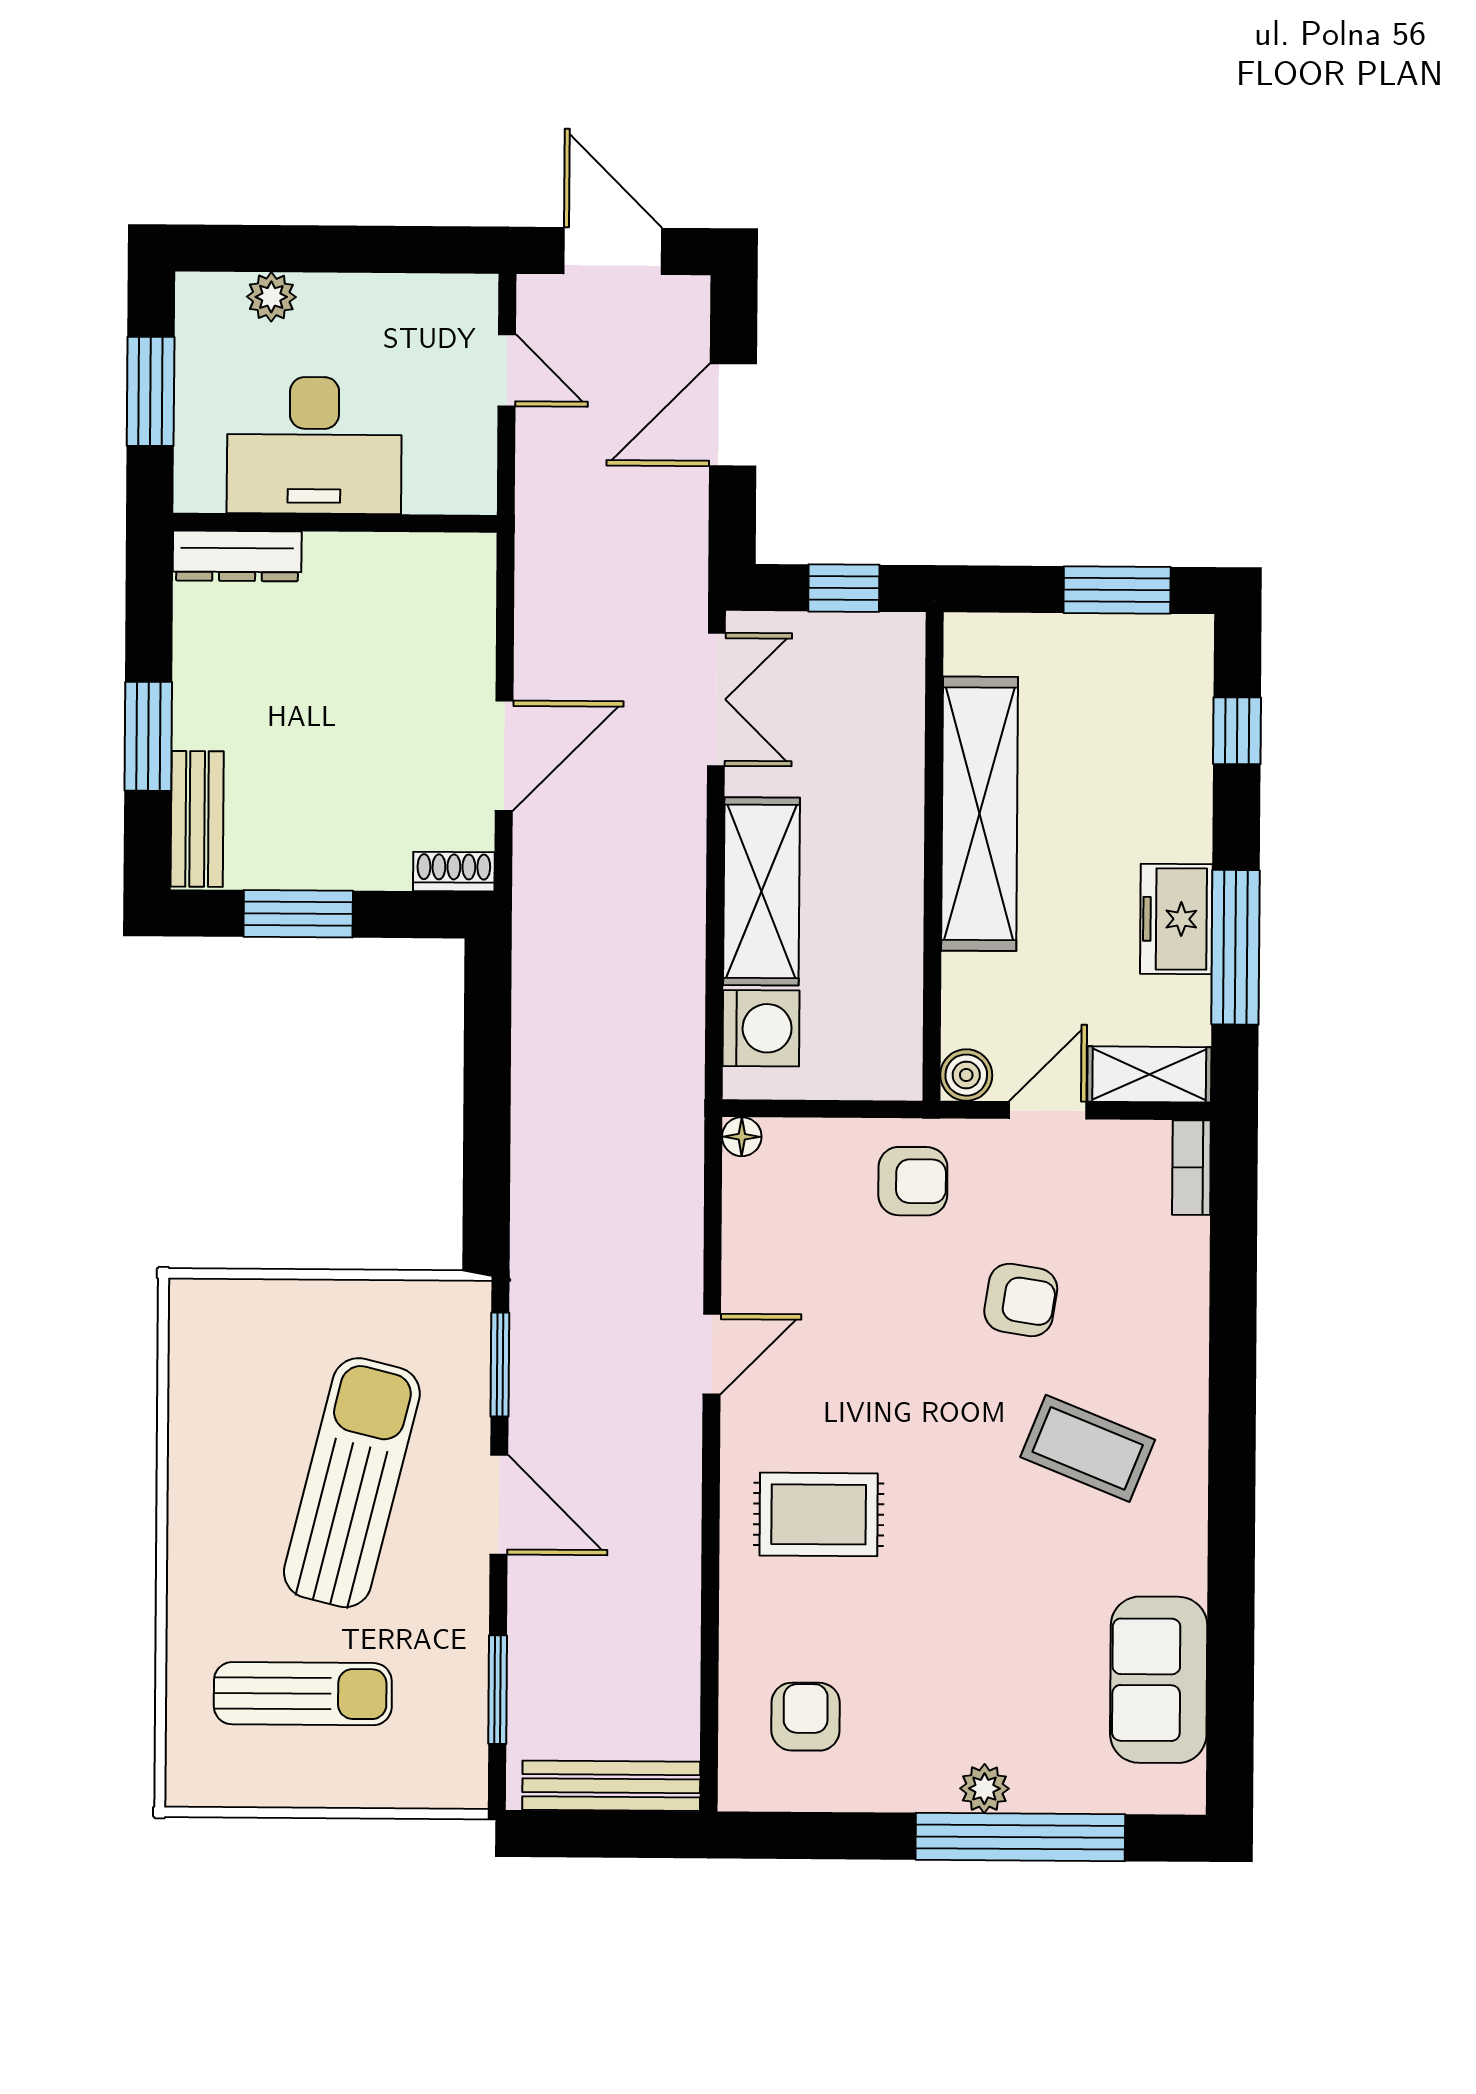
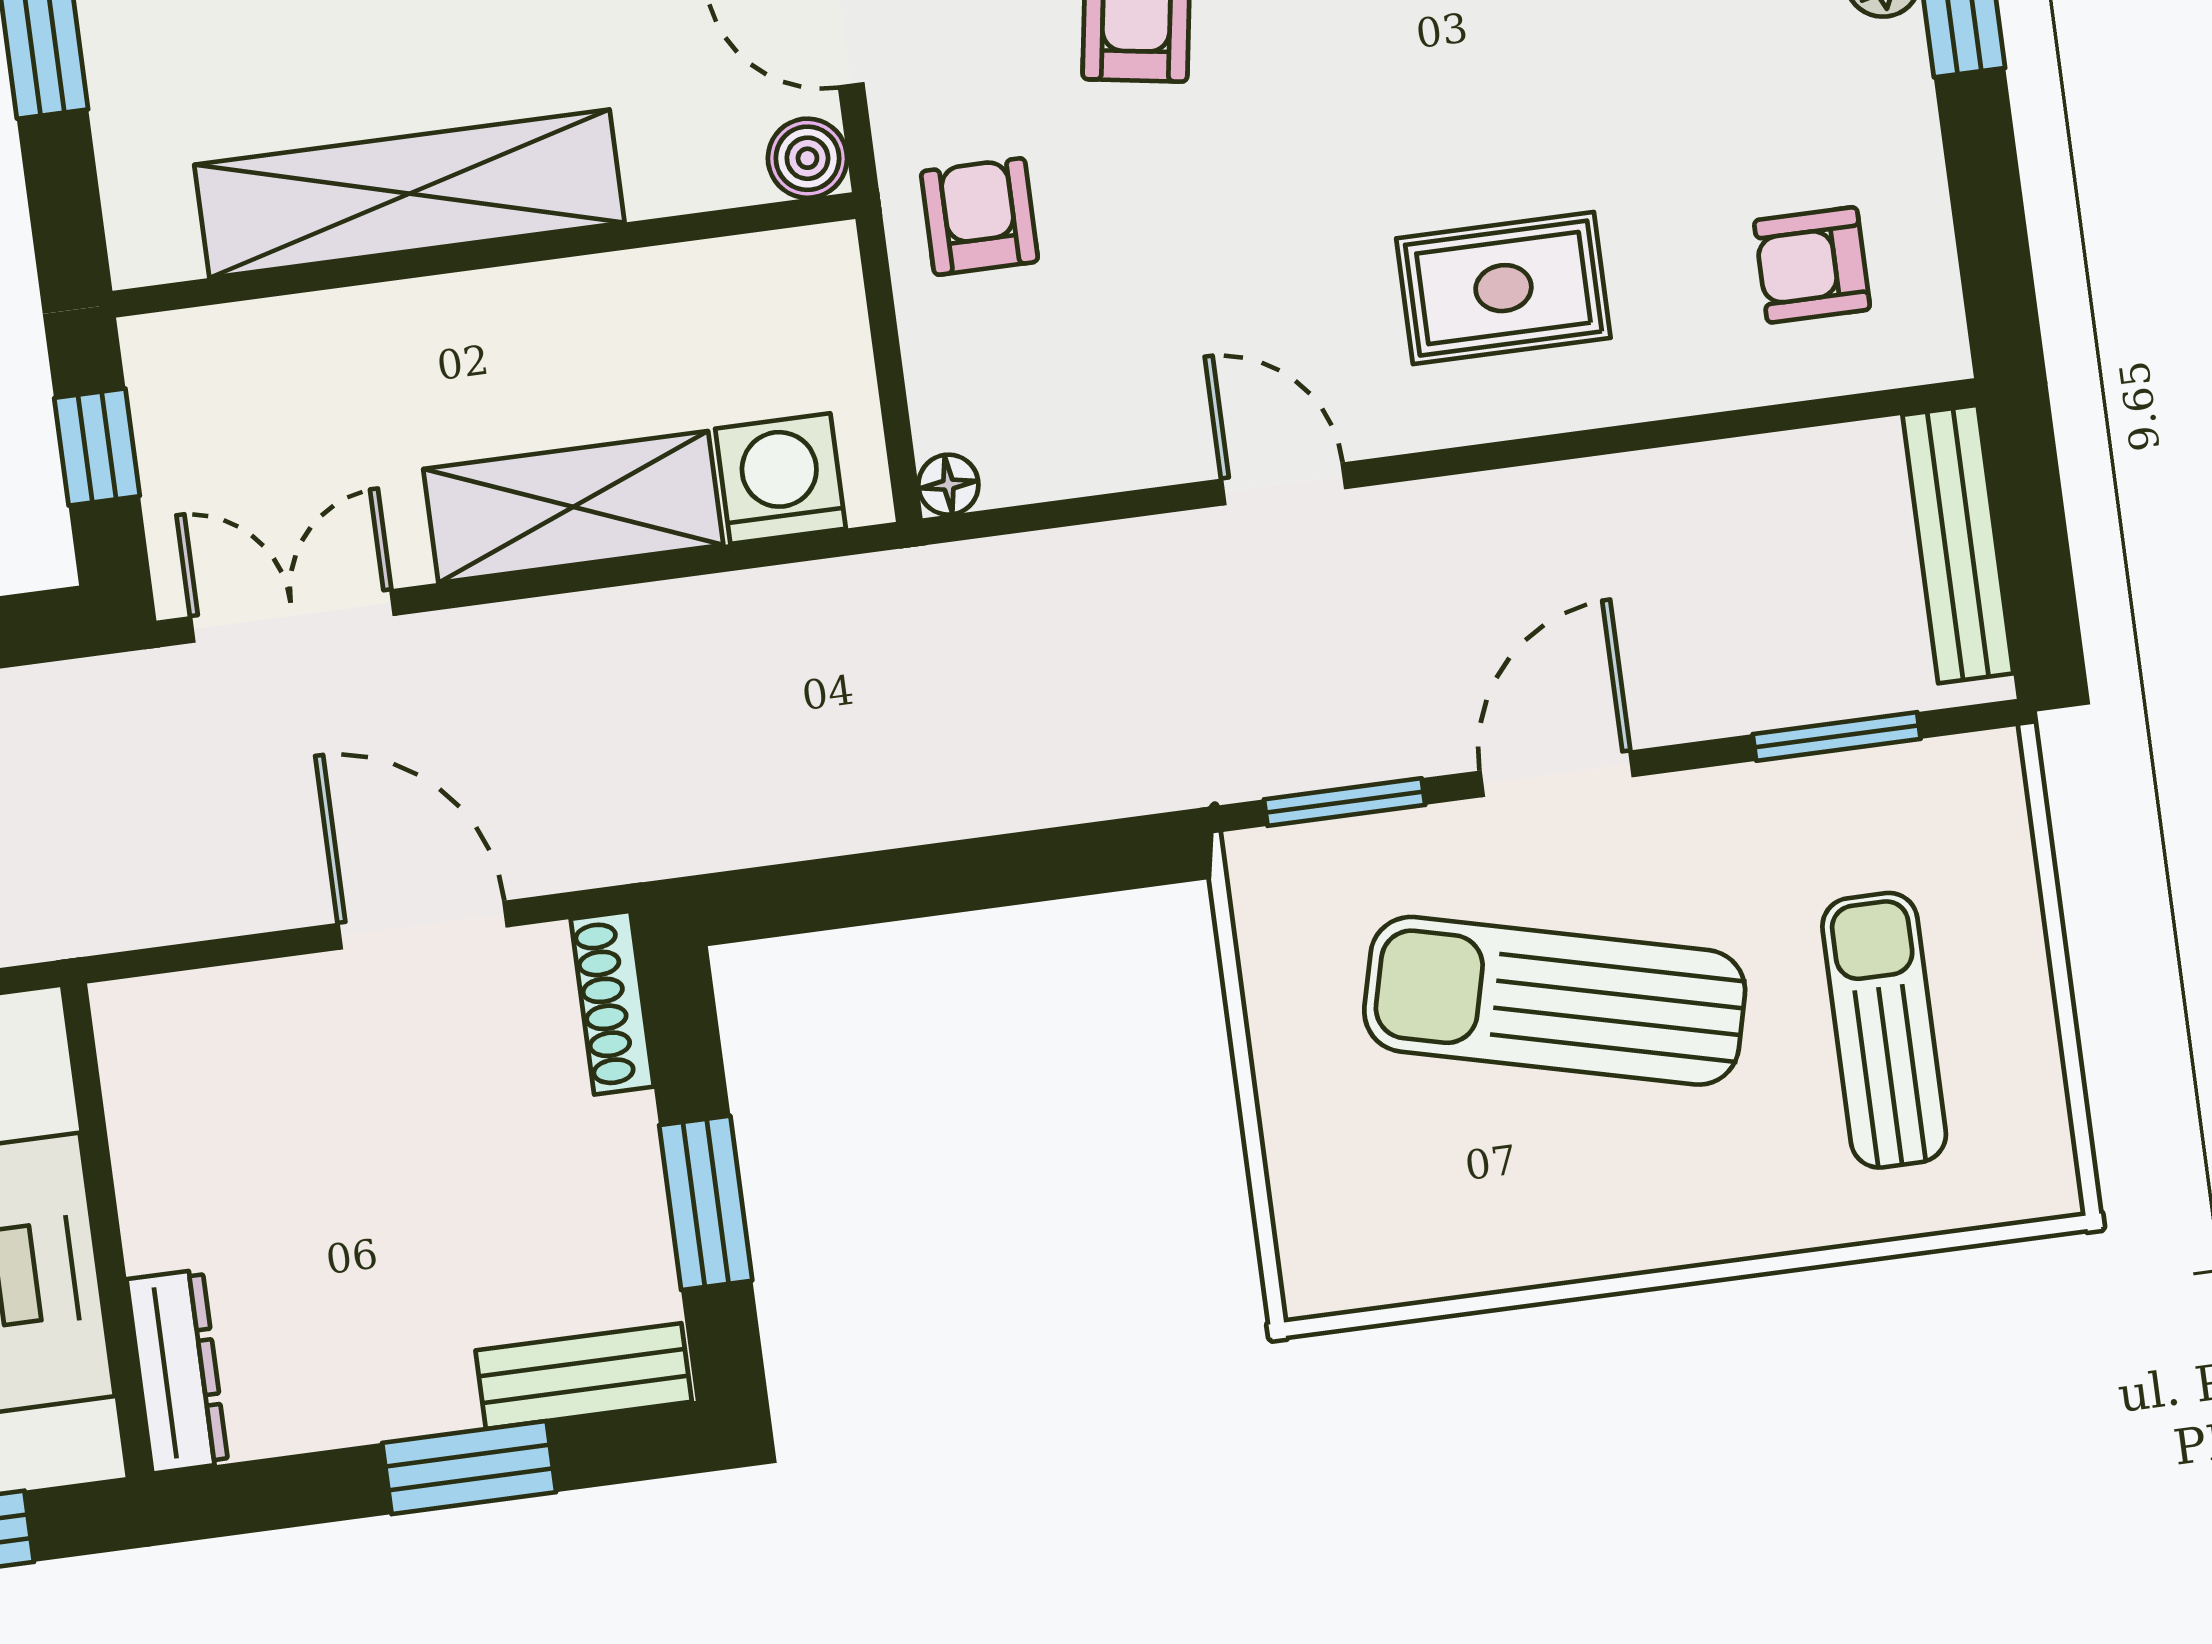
shoe rack: (454, 872) -> (612, 1003), width x1.43
rug: (819, 1514) -> (1503, 288), turned 90

